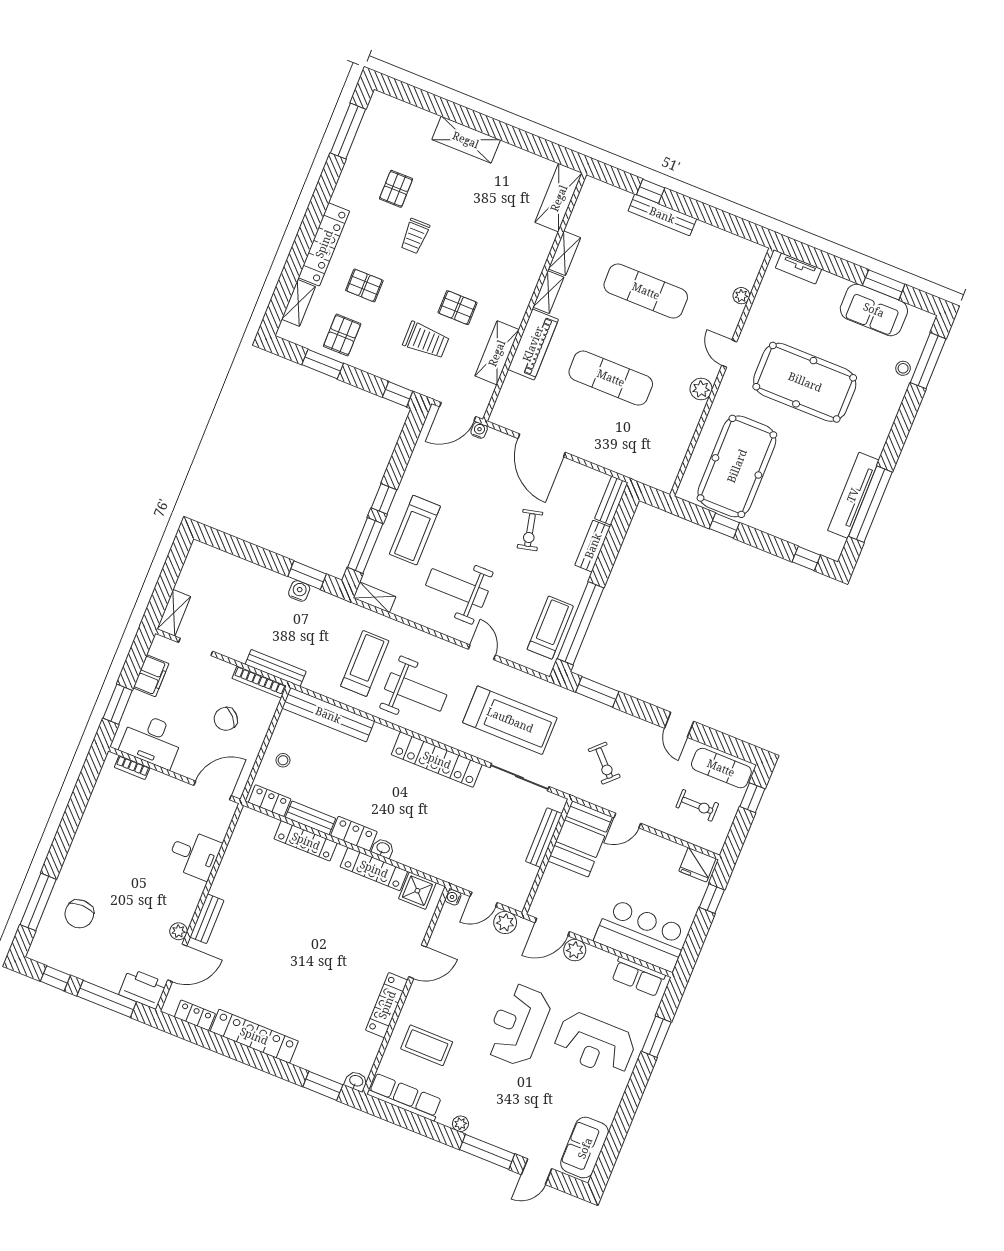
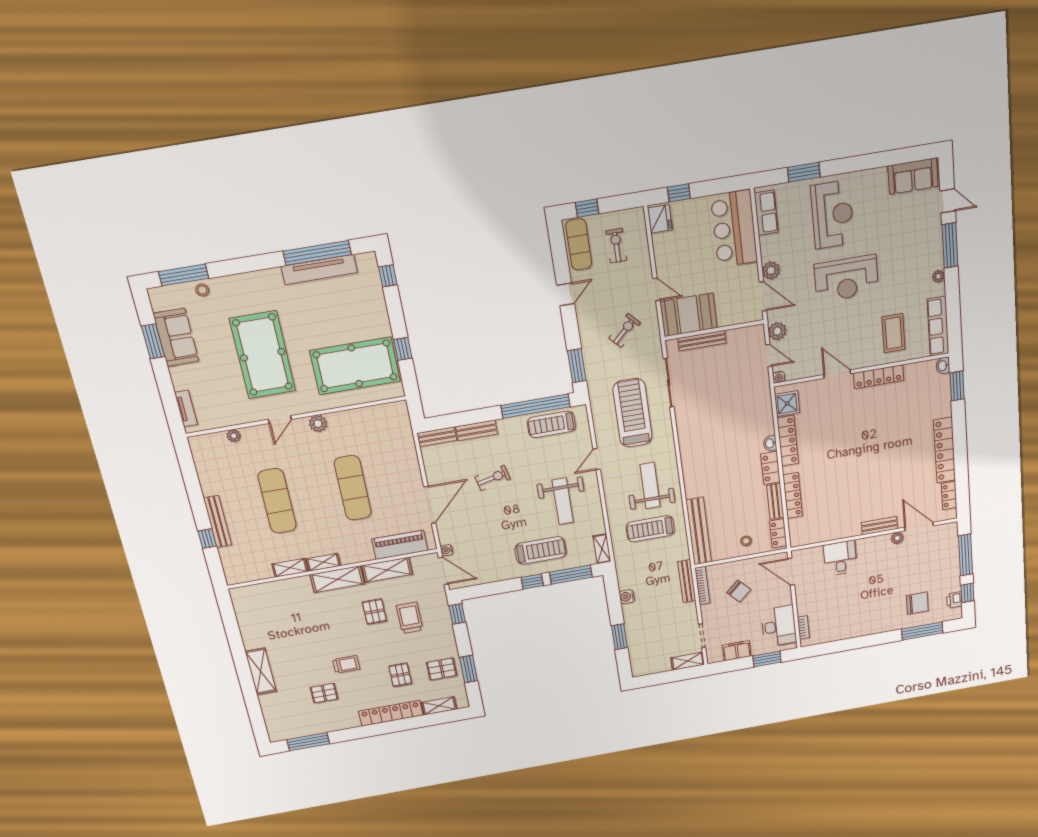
shelving: (559, 198) -> (337, 579), moved
piano: (533, 344) -> (400, 545), moved
window: (307, 575) -> (619, 637), moved
locker: (437, 760) -> (689, 445), removed
printer: (143, 989) -> (954, 600), moved, width x0.53, depth x0.68

